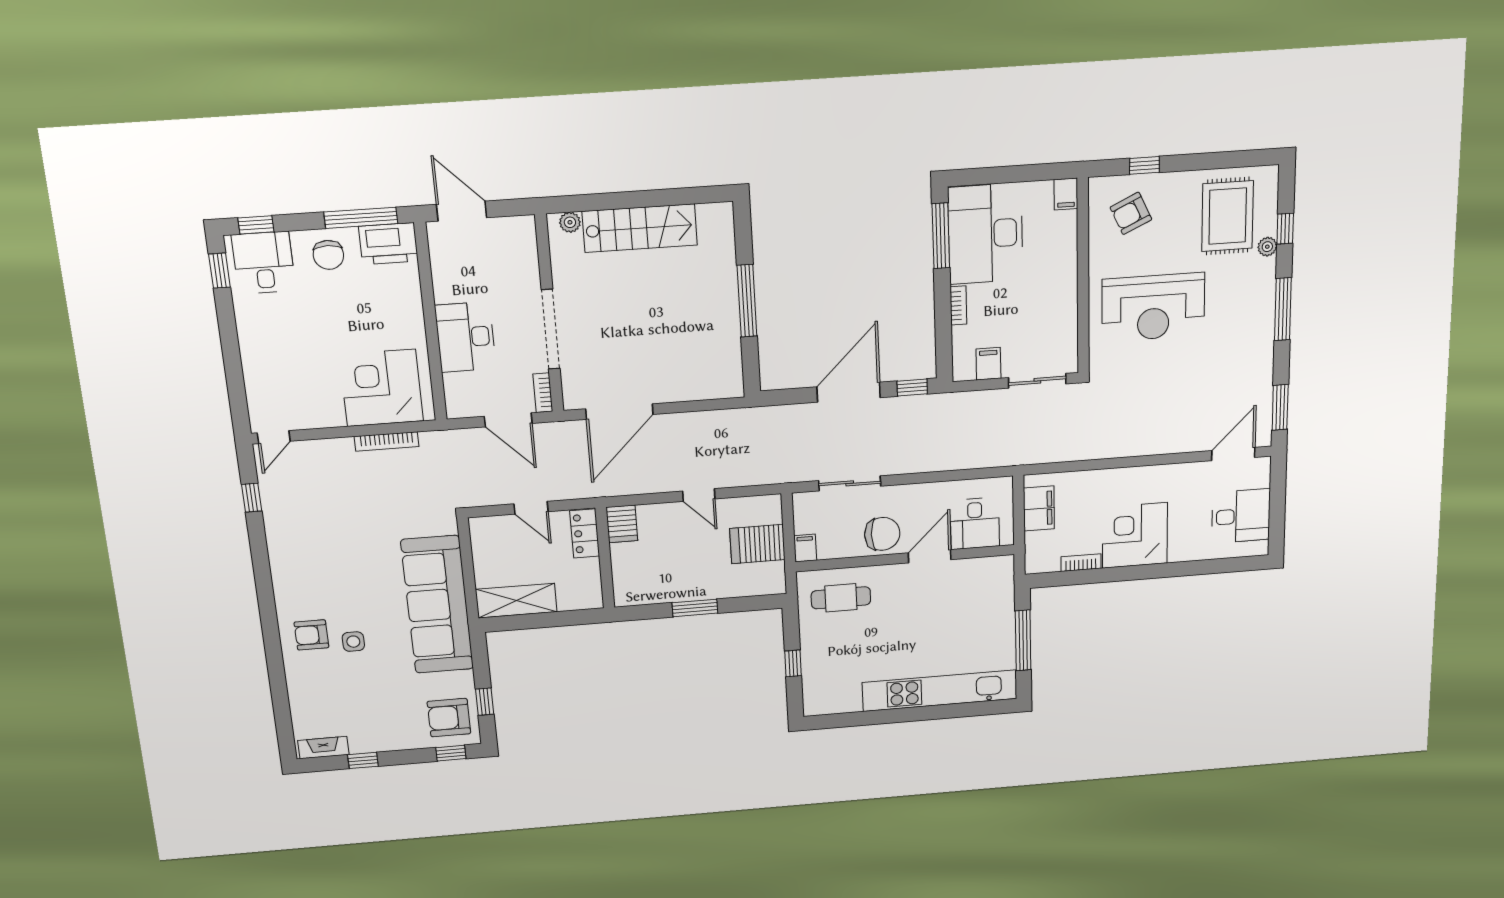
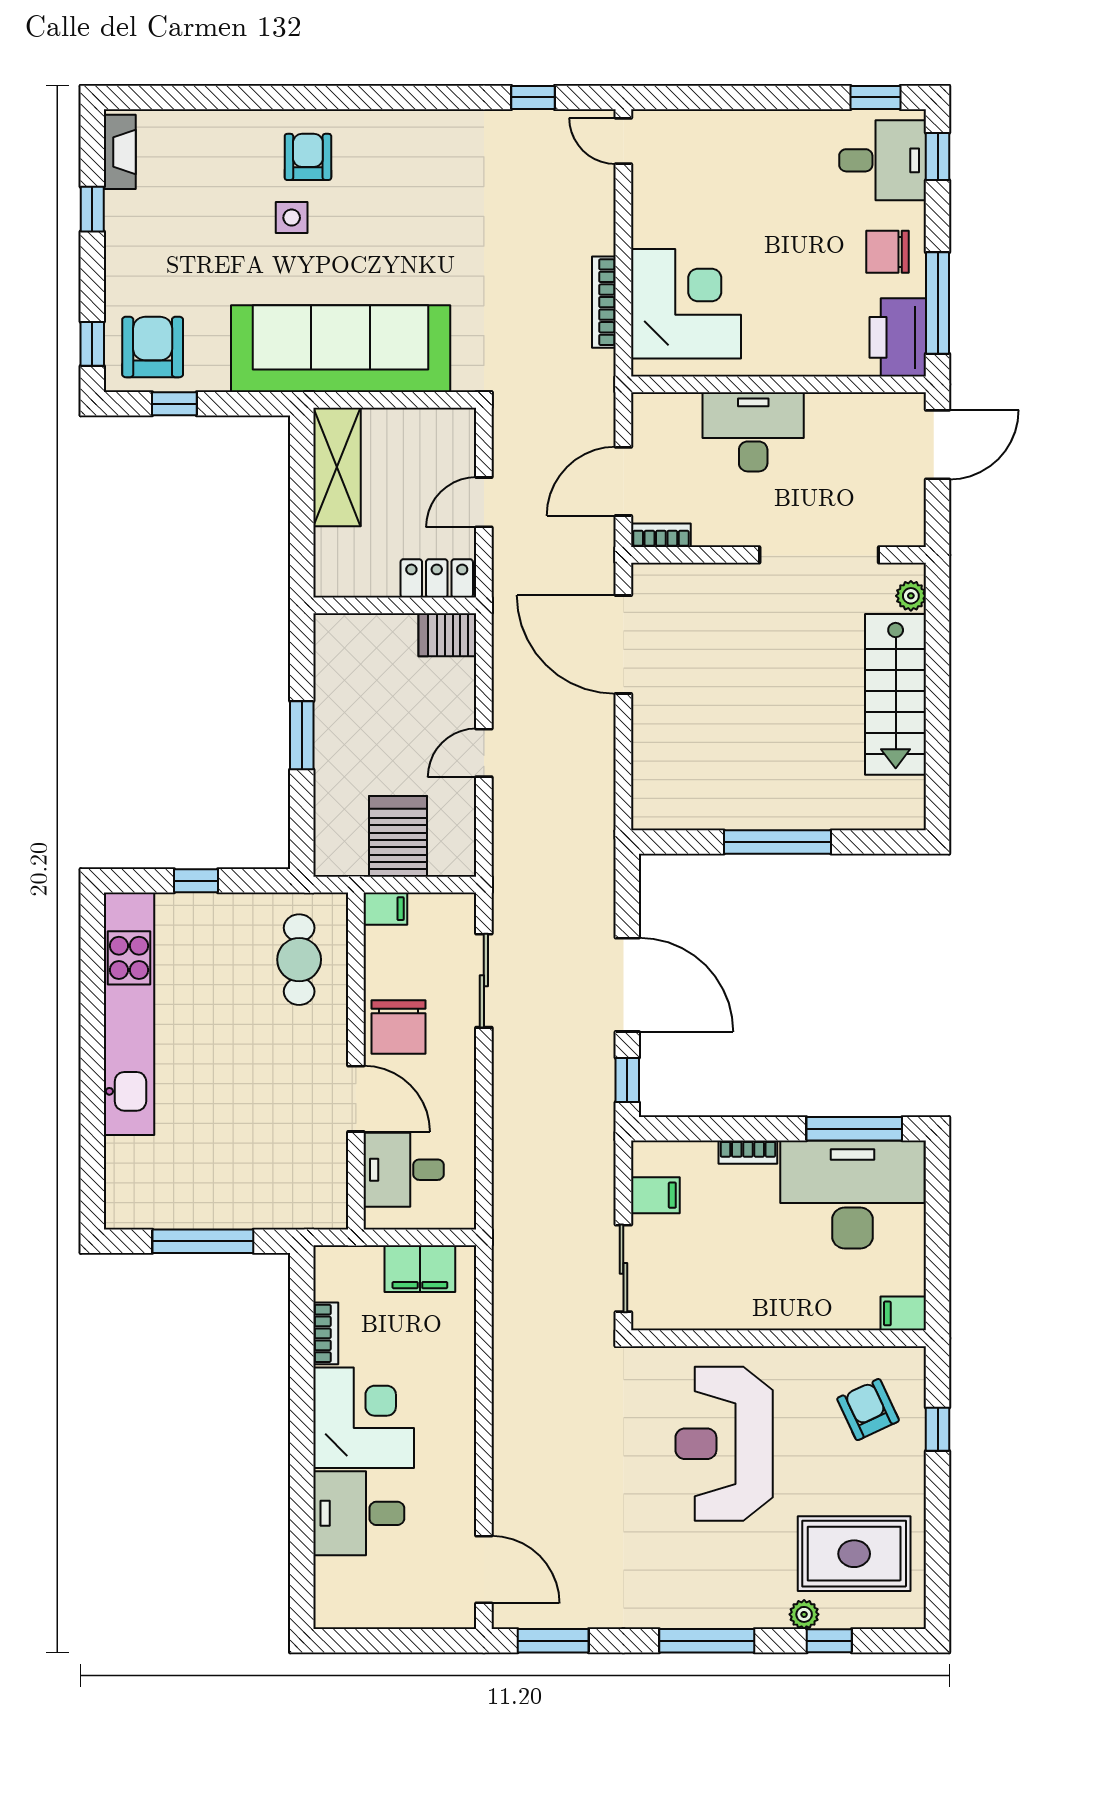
doorway: (551, 329) -> (819, 555), moved
desk: (1241, 516) -> (359, 1513), moved, turned 90
kitchen unit: (940, 691) -> (129, 1014), moved

